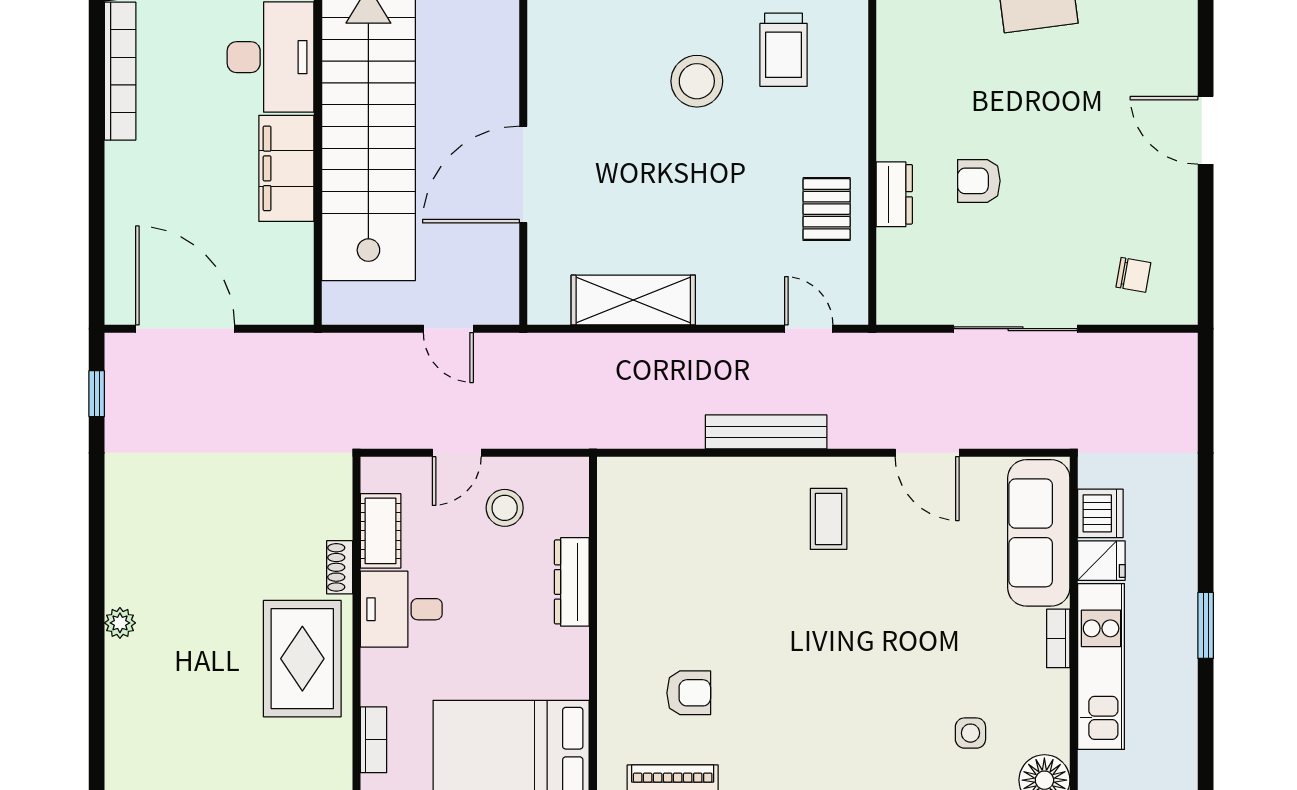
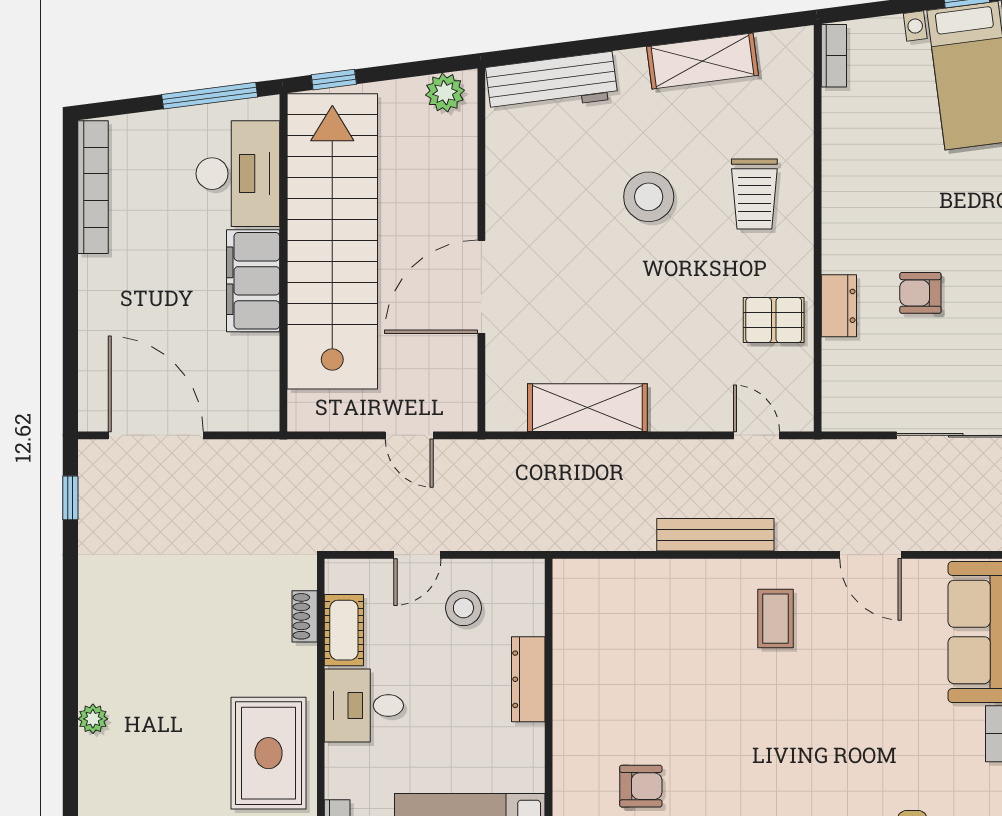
trolley: (784, 50) -> (754, 194), moved
pallet: (827, 209) -> (774, 320), turned 90
shoe rack: (340, 567) -> (305, 616), moved

